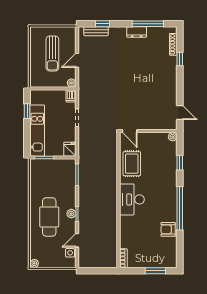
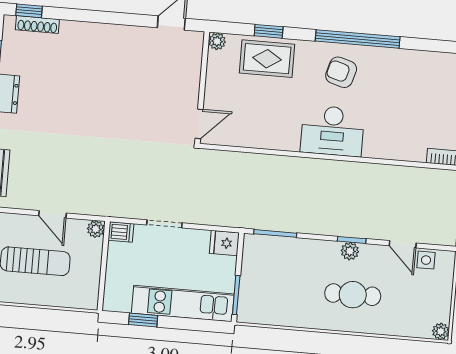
window: (180, 59) -> (29, 11), moved
rug: (132, 164) -> (267, 59), moved
cafe table: (49, 217) -> (353, 295), width x0.73, depth x0.74
armchair: (168, 229) -> (341, 72), moved, turned 106

